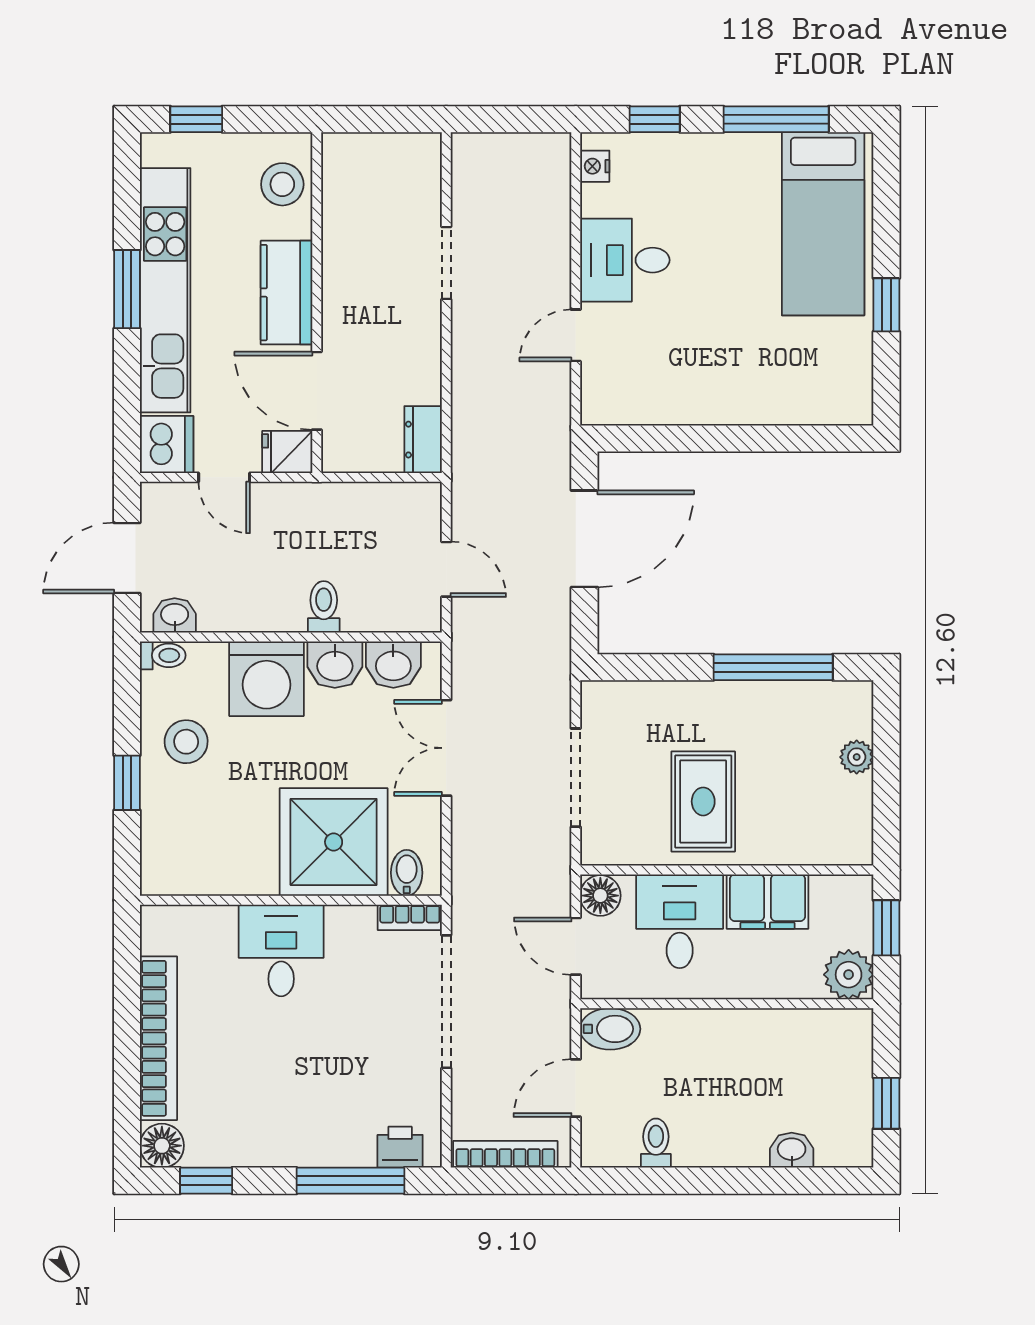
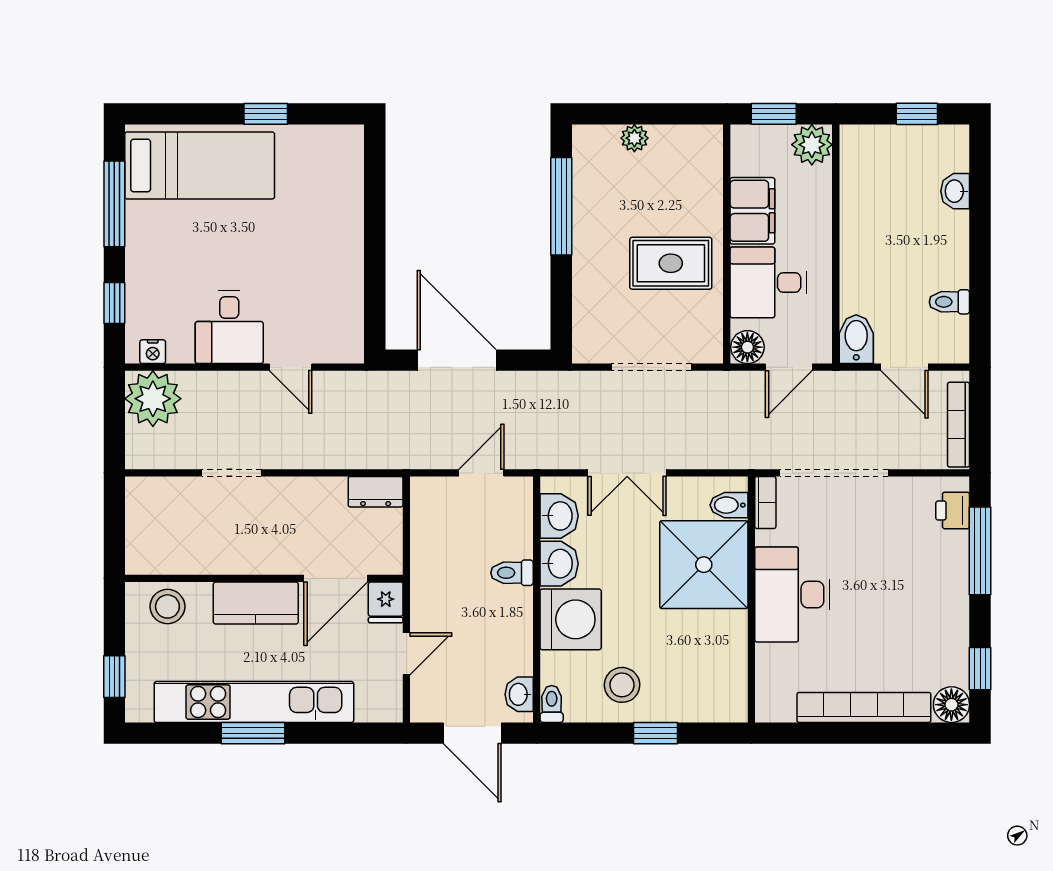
plant: (537, 166) -> (153, 399), added
dishwasher: (167, 444) -> (380, 701), removed
desk: (281, 950) -> (792, 595), width x1.37

